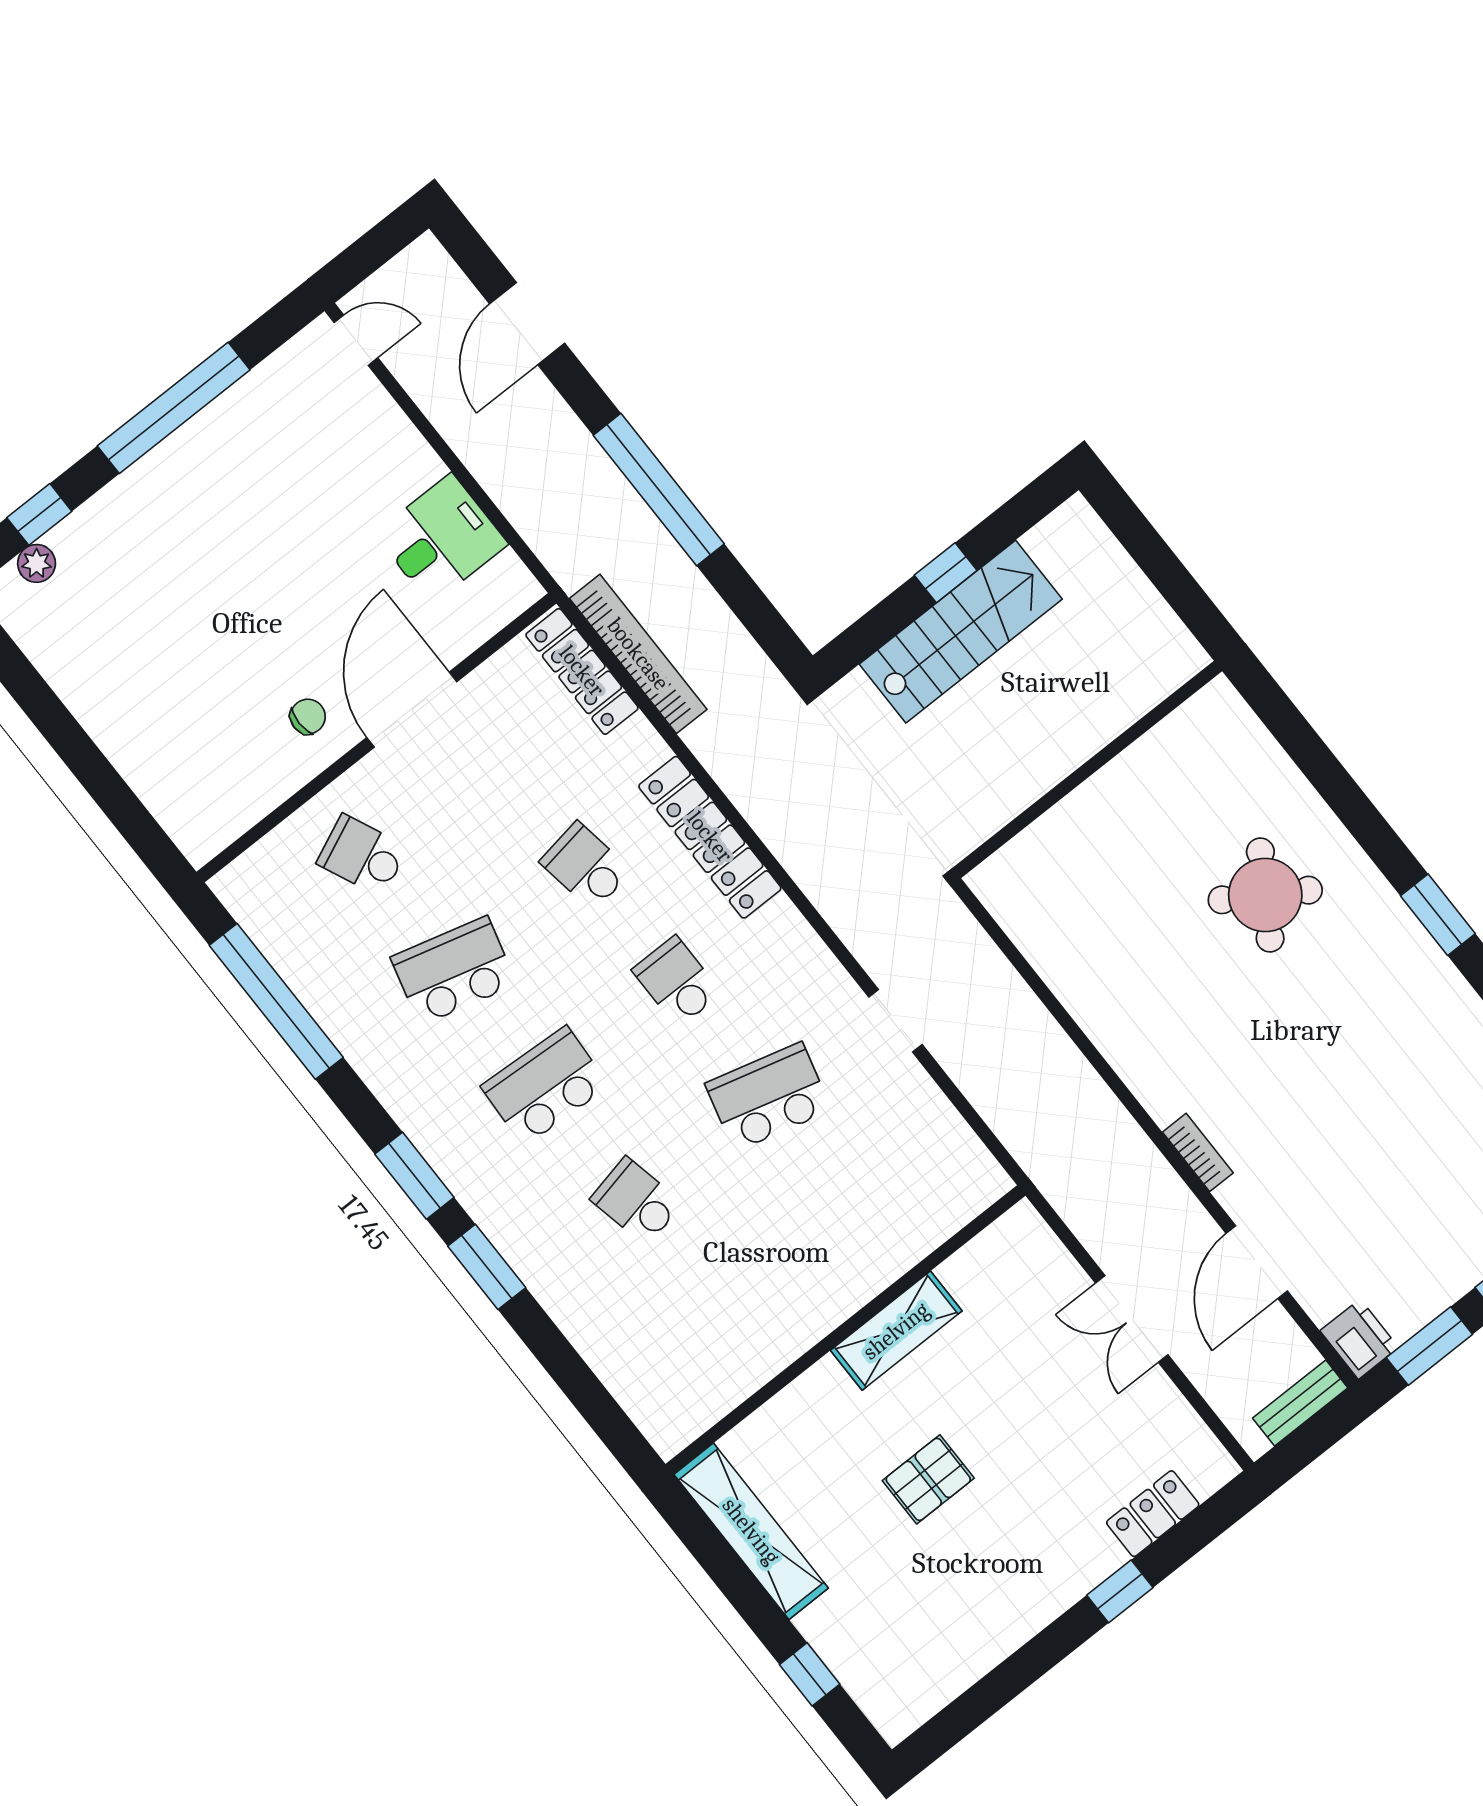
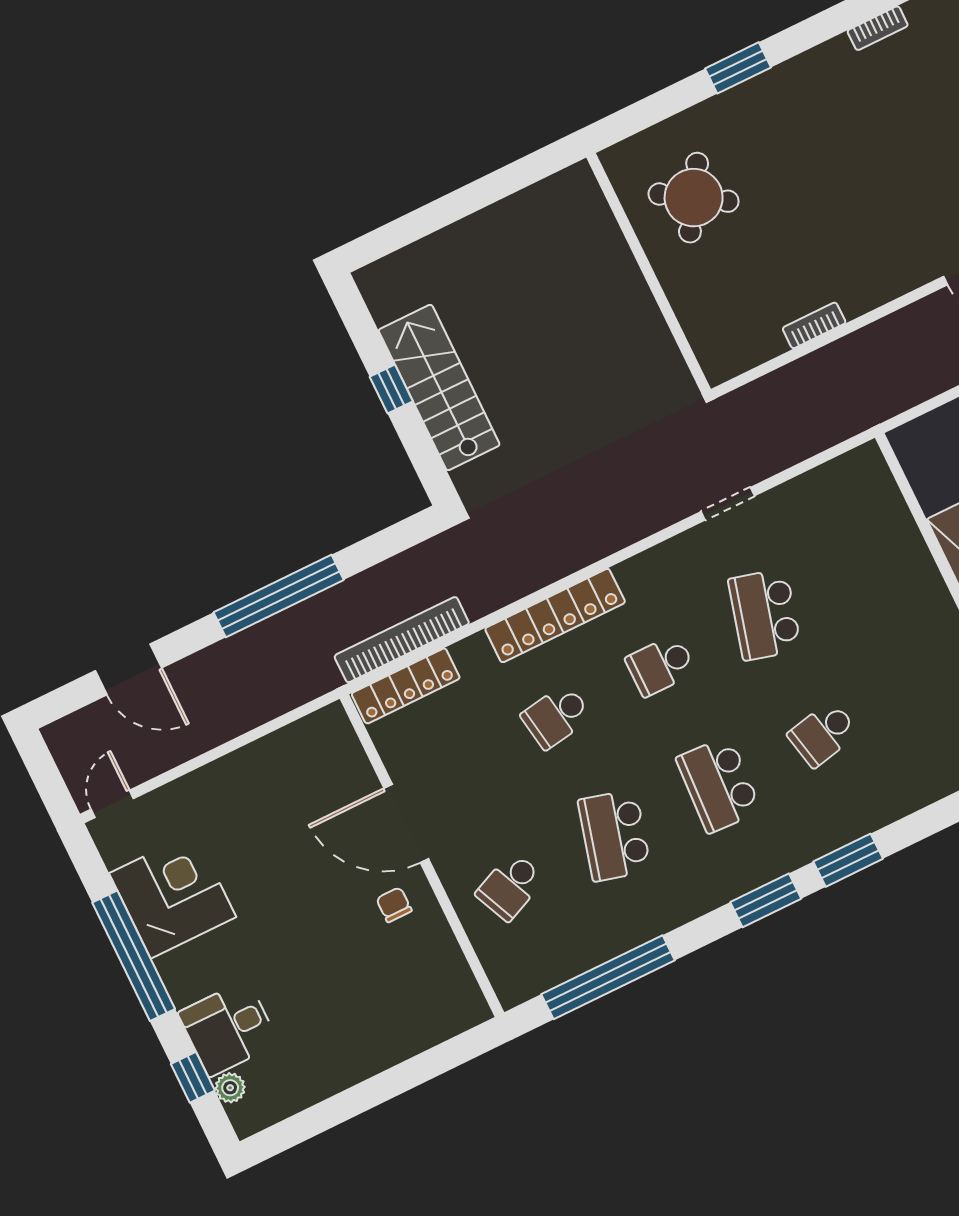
corner desk: (259, 440) -> (173, 895), added
desk: (441, 539) -> (228, 1028), moved, turned -90
wall: (1087, 769) -> (649, 273), moved
bookcase: (1198, 1152) -> (814, 325), moved

